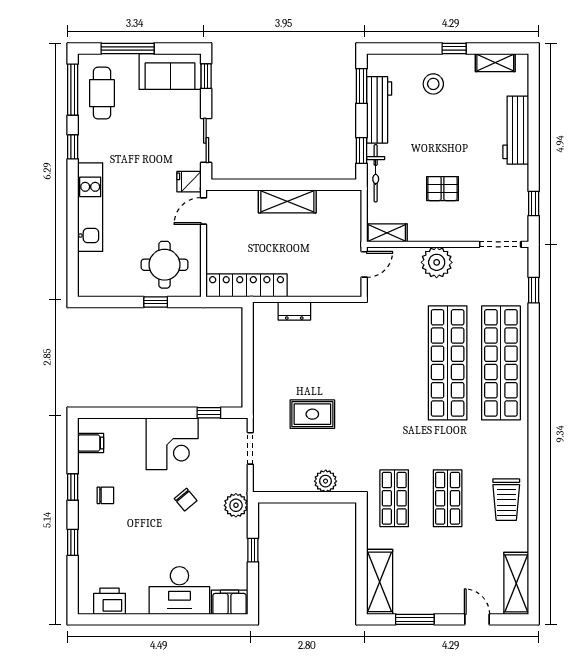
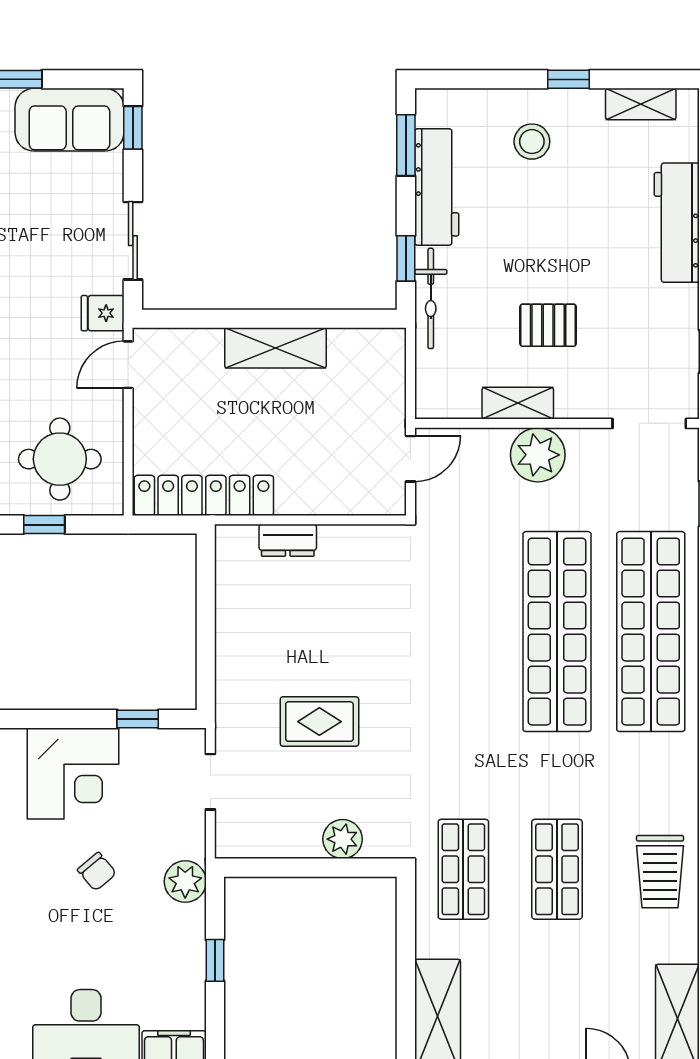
shelving: (387, 233) -> (518, 403), moved

